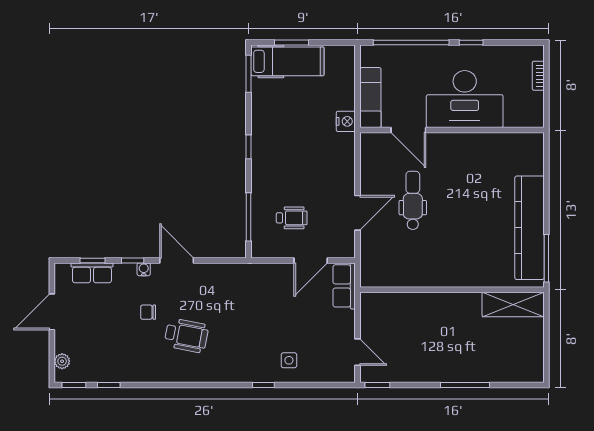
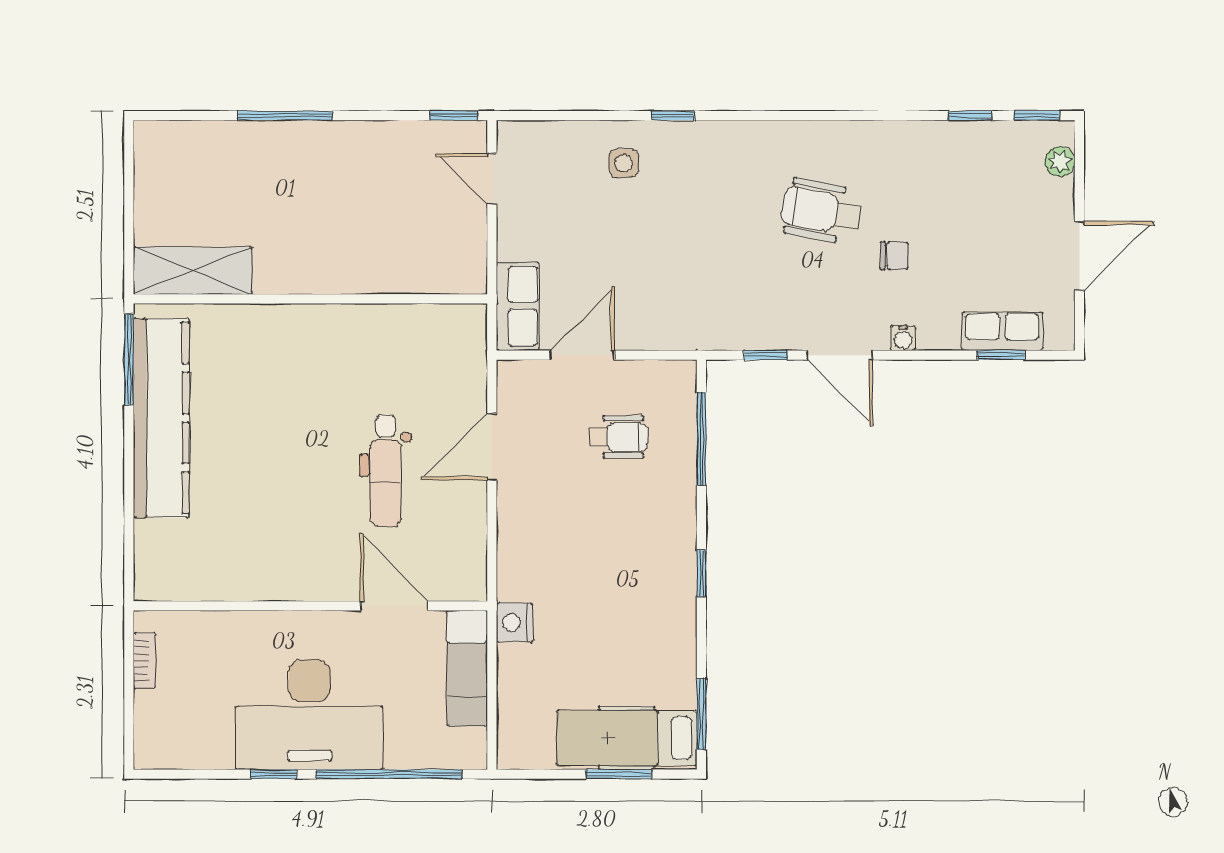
bookcase: (538, 76) -> (145, 660), moved
desk: (465, 99) -> (309, 715), moved, turned 180
wheelchair: (292, 218) -> (618, 437), turned 180
window: (133, 260) -> (766, 355), moved

